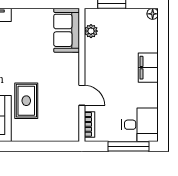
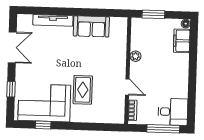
sofa: (67, 30) -> (91, 26), moved, turned -90
plant: (91, 31) -> (135, 56), moved
filing cabinet: (148, 68) -> (182, 41), moved

